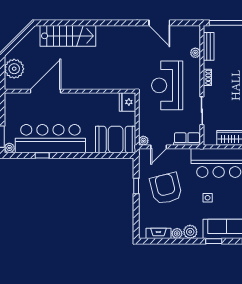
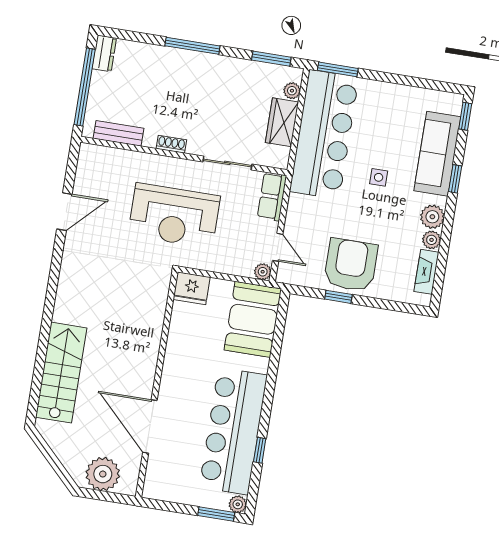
plant: (195, 53) -> (126, 158), removed
armchair: (166, 189) -> (351, 265), moved, turned 104

